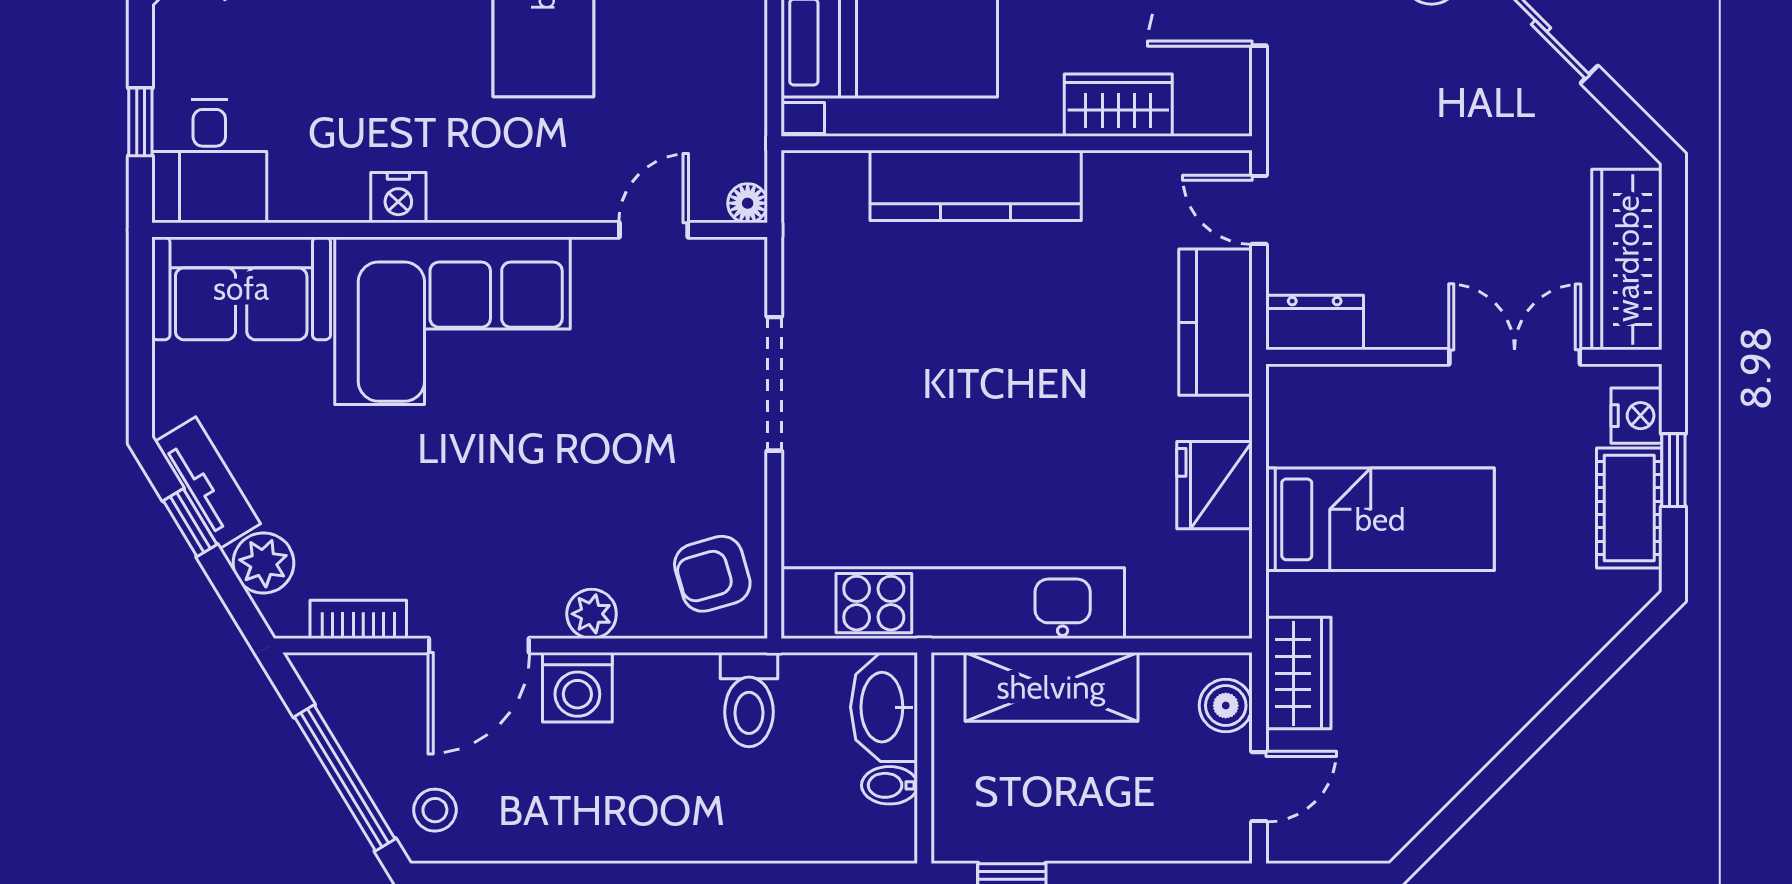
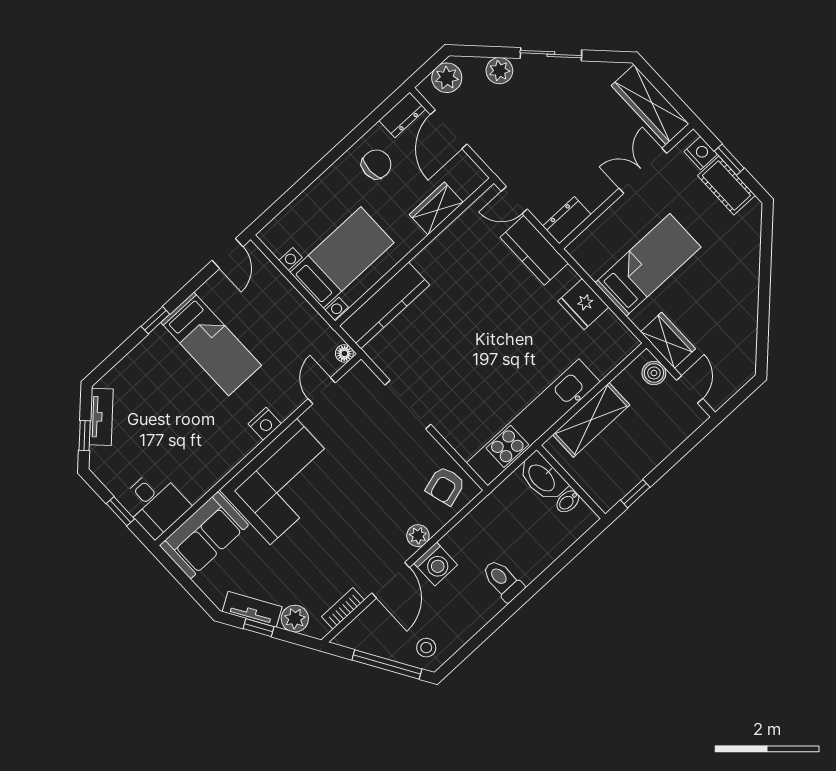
kitchen counter: (976, 185) -> (385, 305), moved
nightstand: (398, 198) -> (265, 424), moved
toilet: (749, 700) -> (503, 580), moved, turned 180

